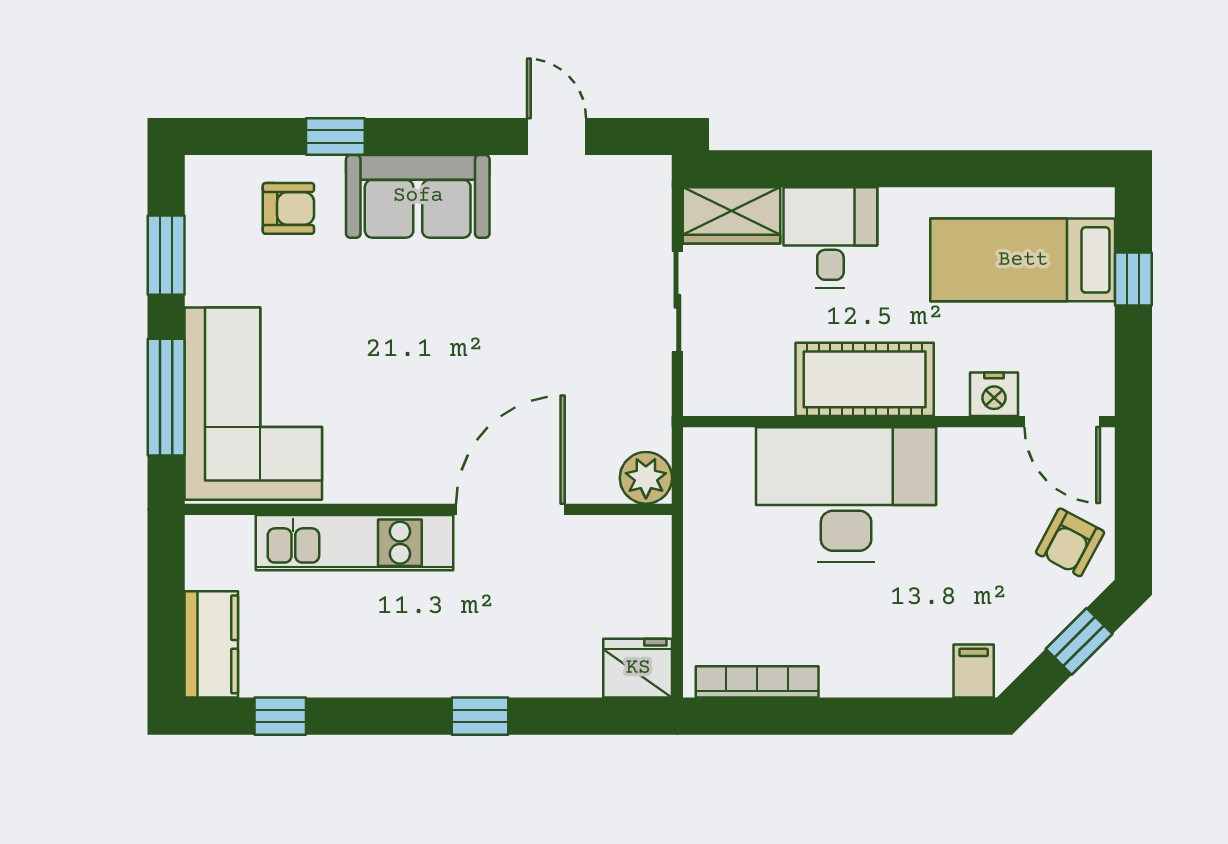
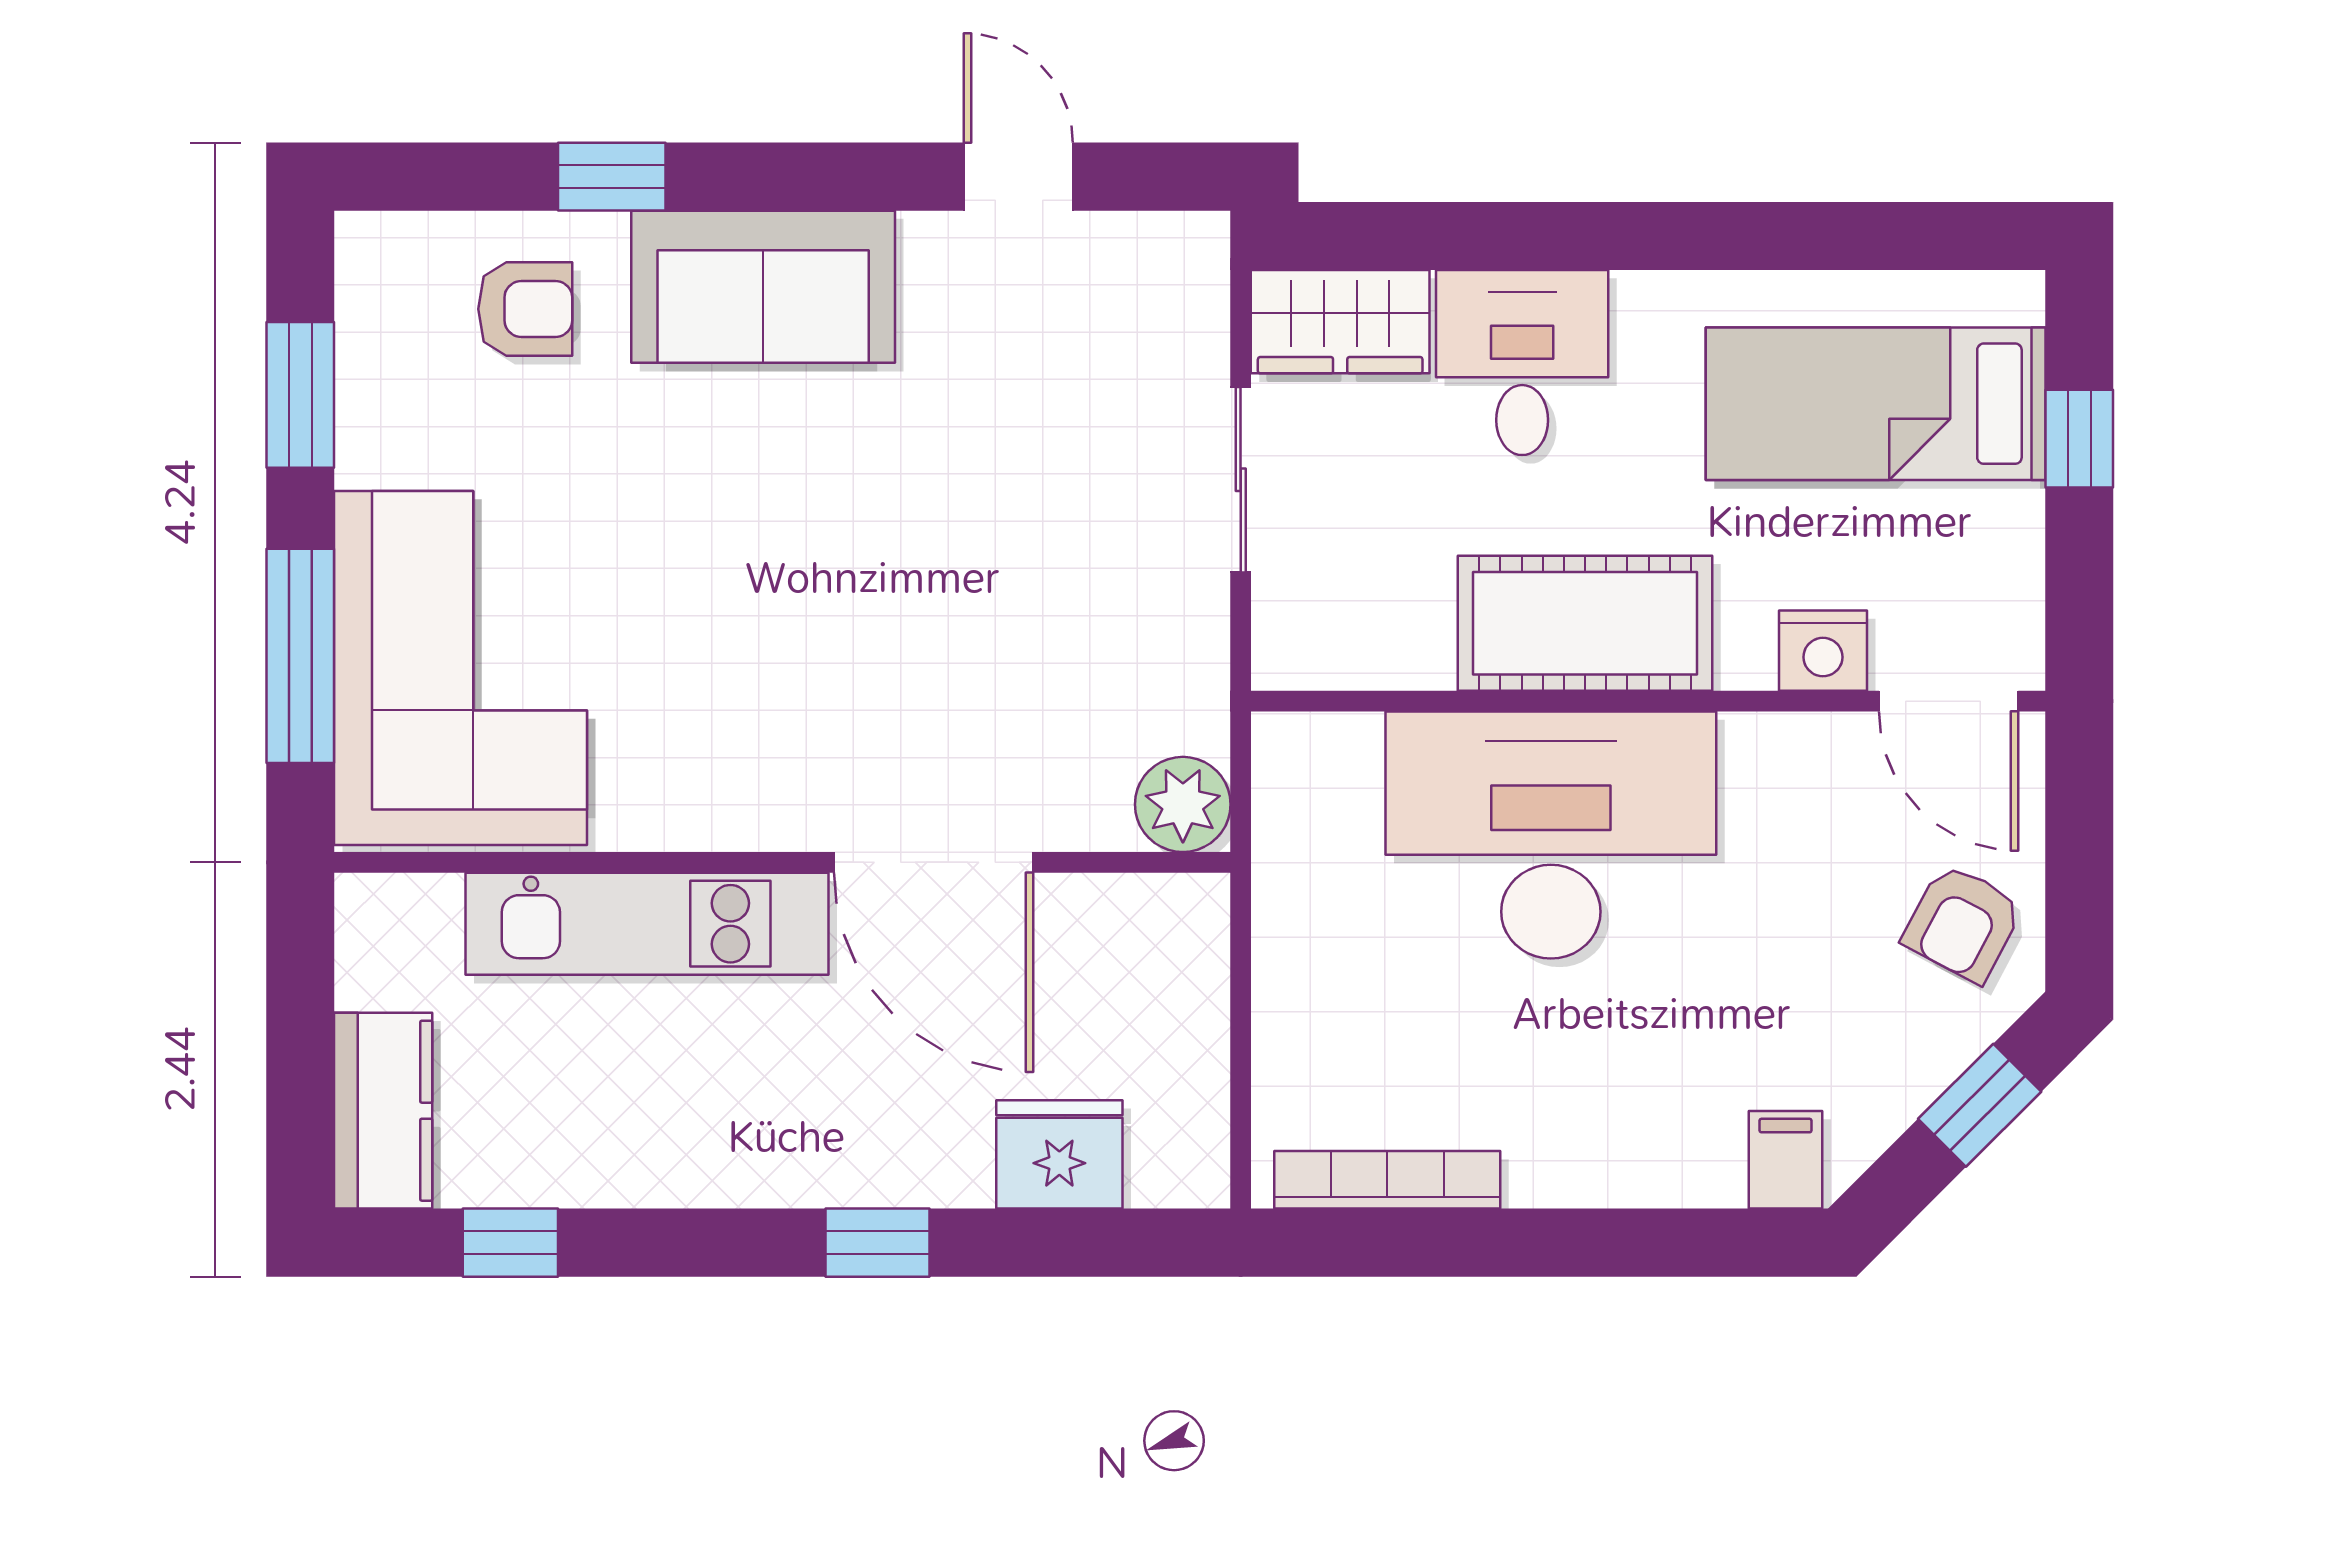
door: (510, 509) -> (934, 862), swing flipped
fridge: (638, 668) -> (1059, 1154), moved

